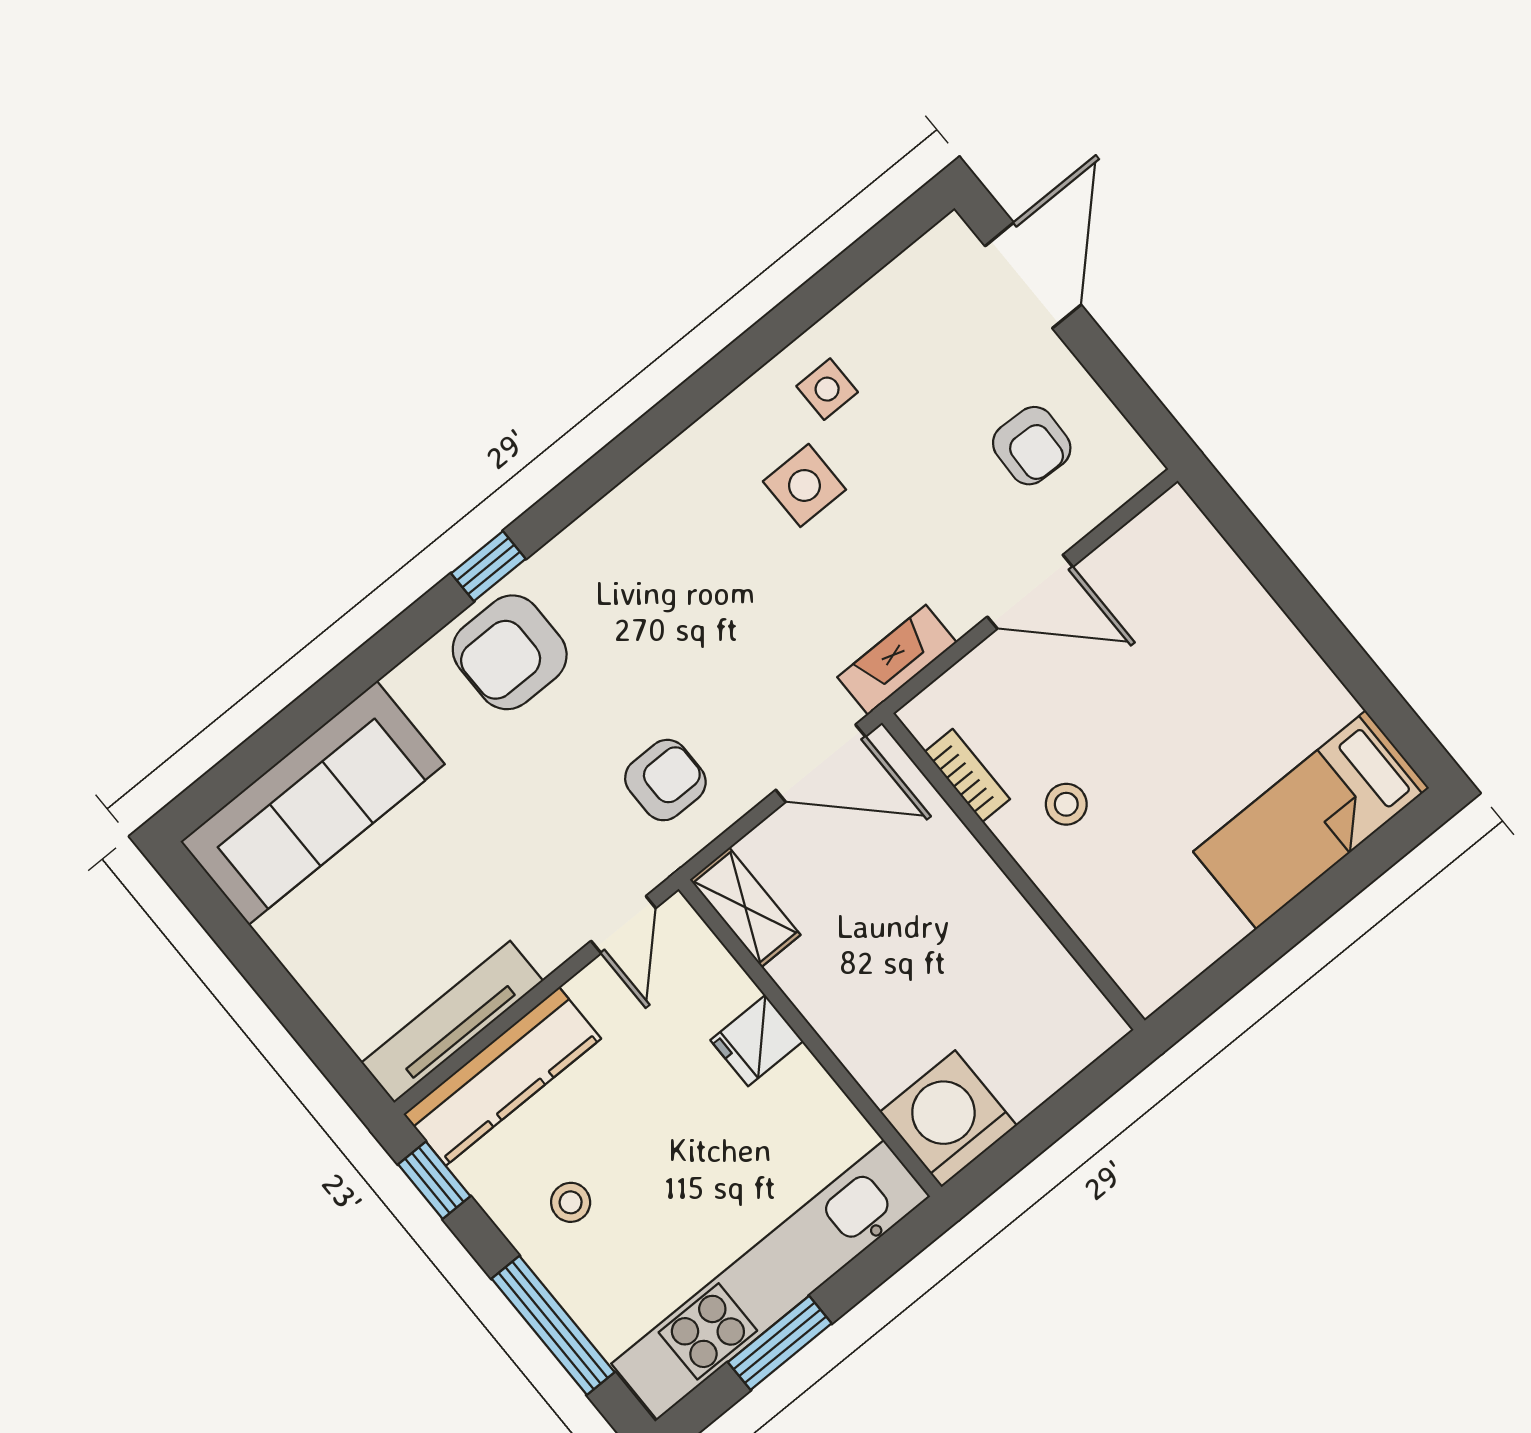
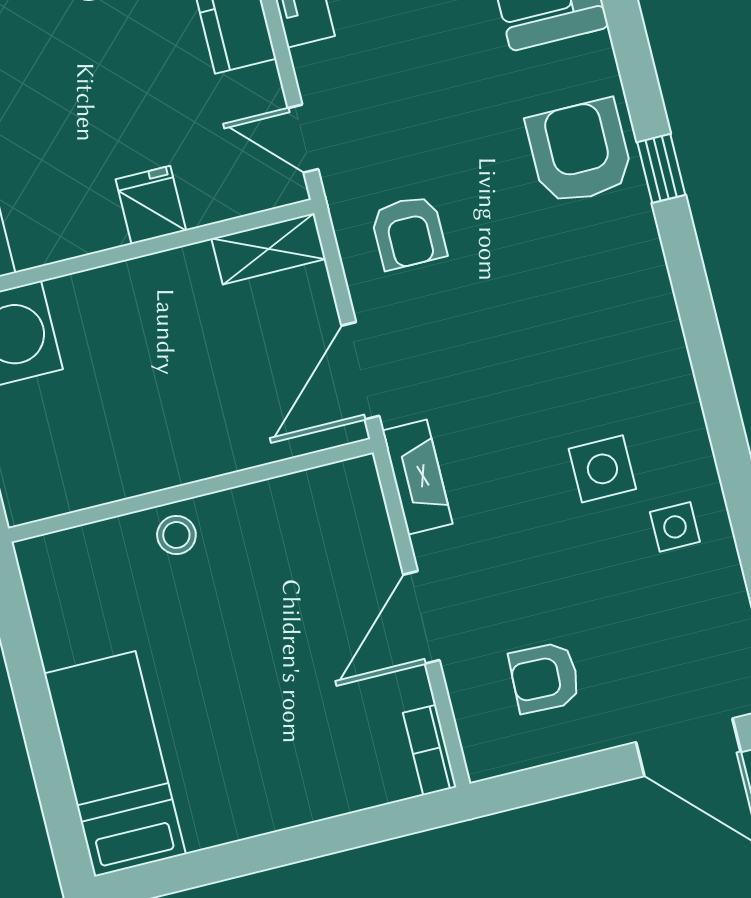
bookcase: (967, 775) -> (430, 750), moved, turned 90
stool: (1066, 804) -> (176, 535), moved

